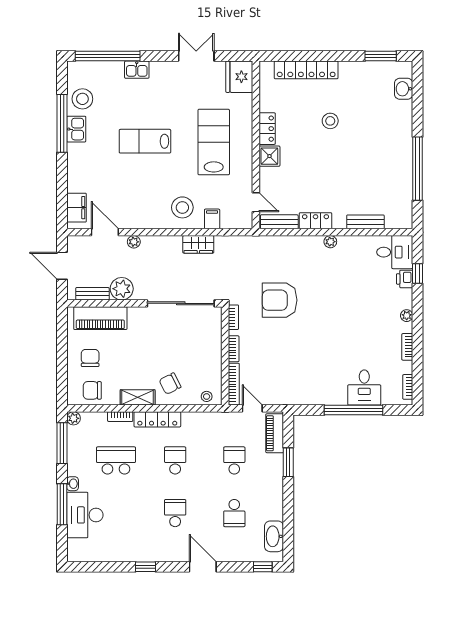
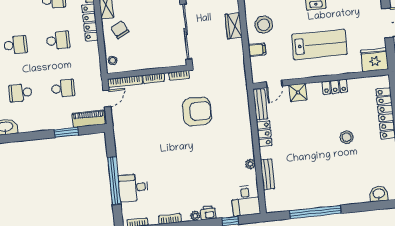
shower: (269, 156) -> (298, 92), moved
plant: (330, 242) -> (250, 164), moved
wardrobe: (198, 244) -> (234, 26), moved
printer: (405, 279) -> (208, 213), moved
armchair: (280, 300) -> (197, 111), turned 90

